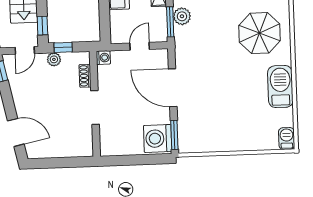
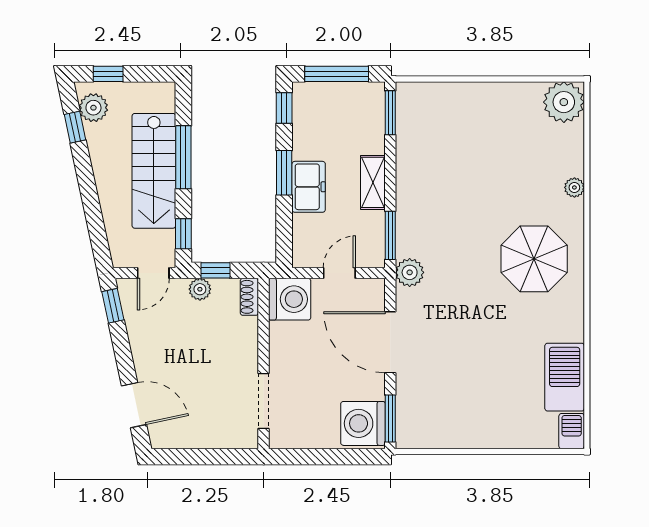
plant: (182, 16) -> (410, 272), moved
washing machine: (103, 58) -> (290, 299), width x1.89, depth x1.89
shoe rack: (85, 76) -> (249, 297), moved
barbecue: (280, 87) -> (565, 377), moved
doorway: (95, 108) -> (264, 401), moved

